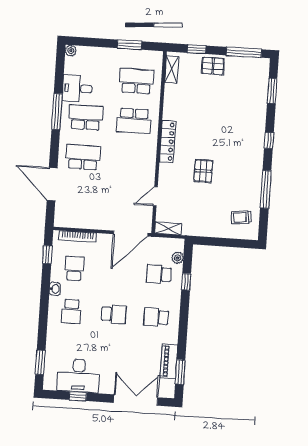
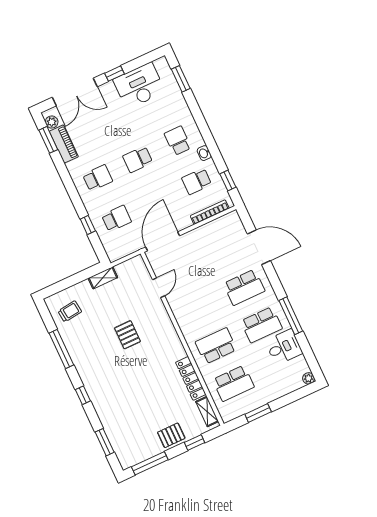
locker: (168, 141) -> (191, 378), moved
shelving: (168, 228) -> (103, 278), moved
plant: (178, 258) -> (52, 122), moved
school desk: (74, 268) -> (197, 181), turned 90
window: (78, 396) -> (115, 74), moved

